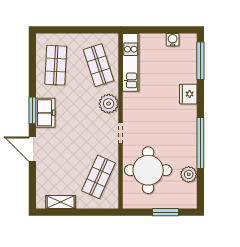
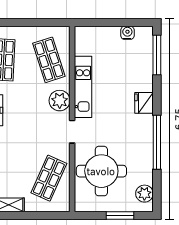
kitchen unit: (131, 62) -> (83, 87), moved
fridge: (188, 94) -> (144, 103), moved
plant: (189, 174) -> (144, 194), moved

